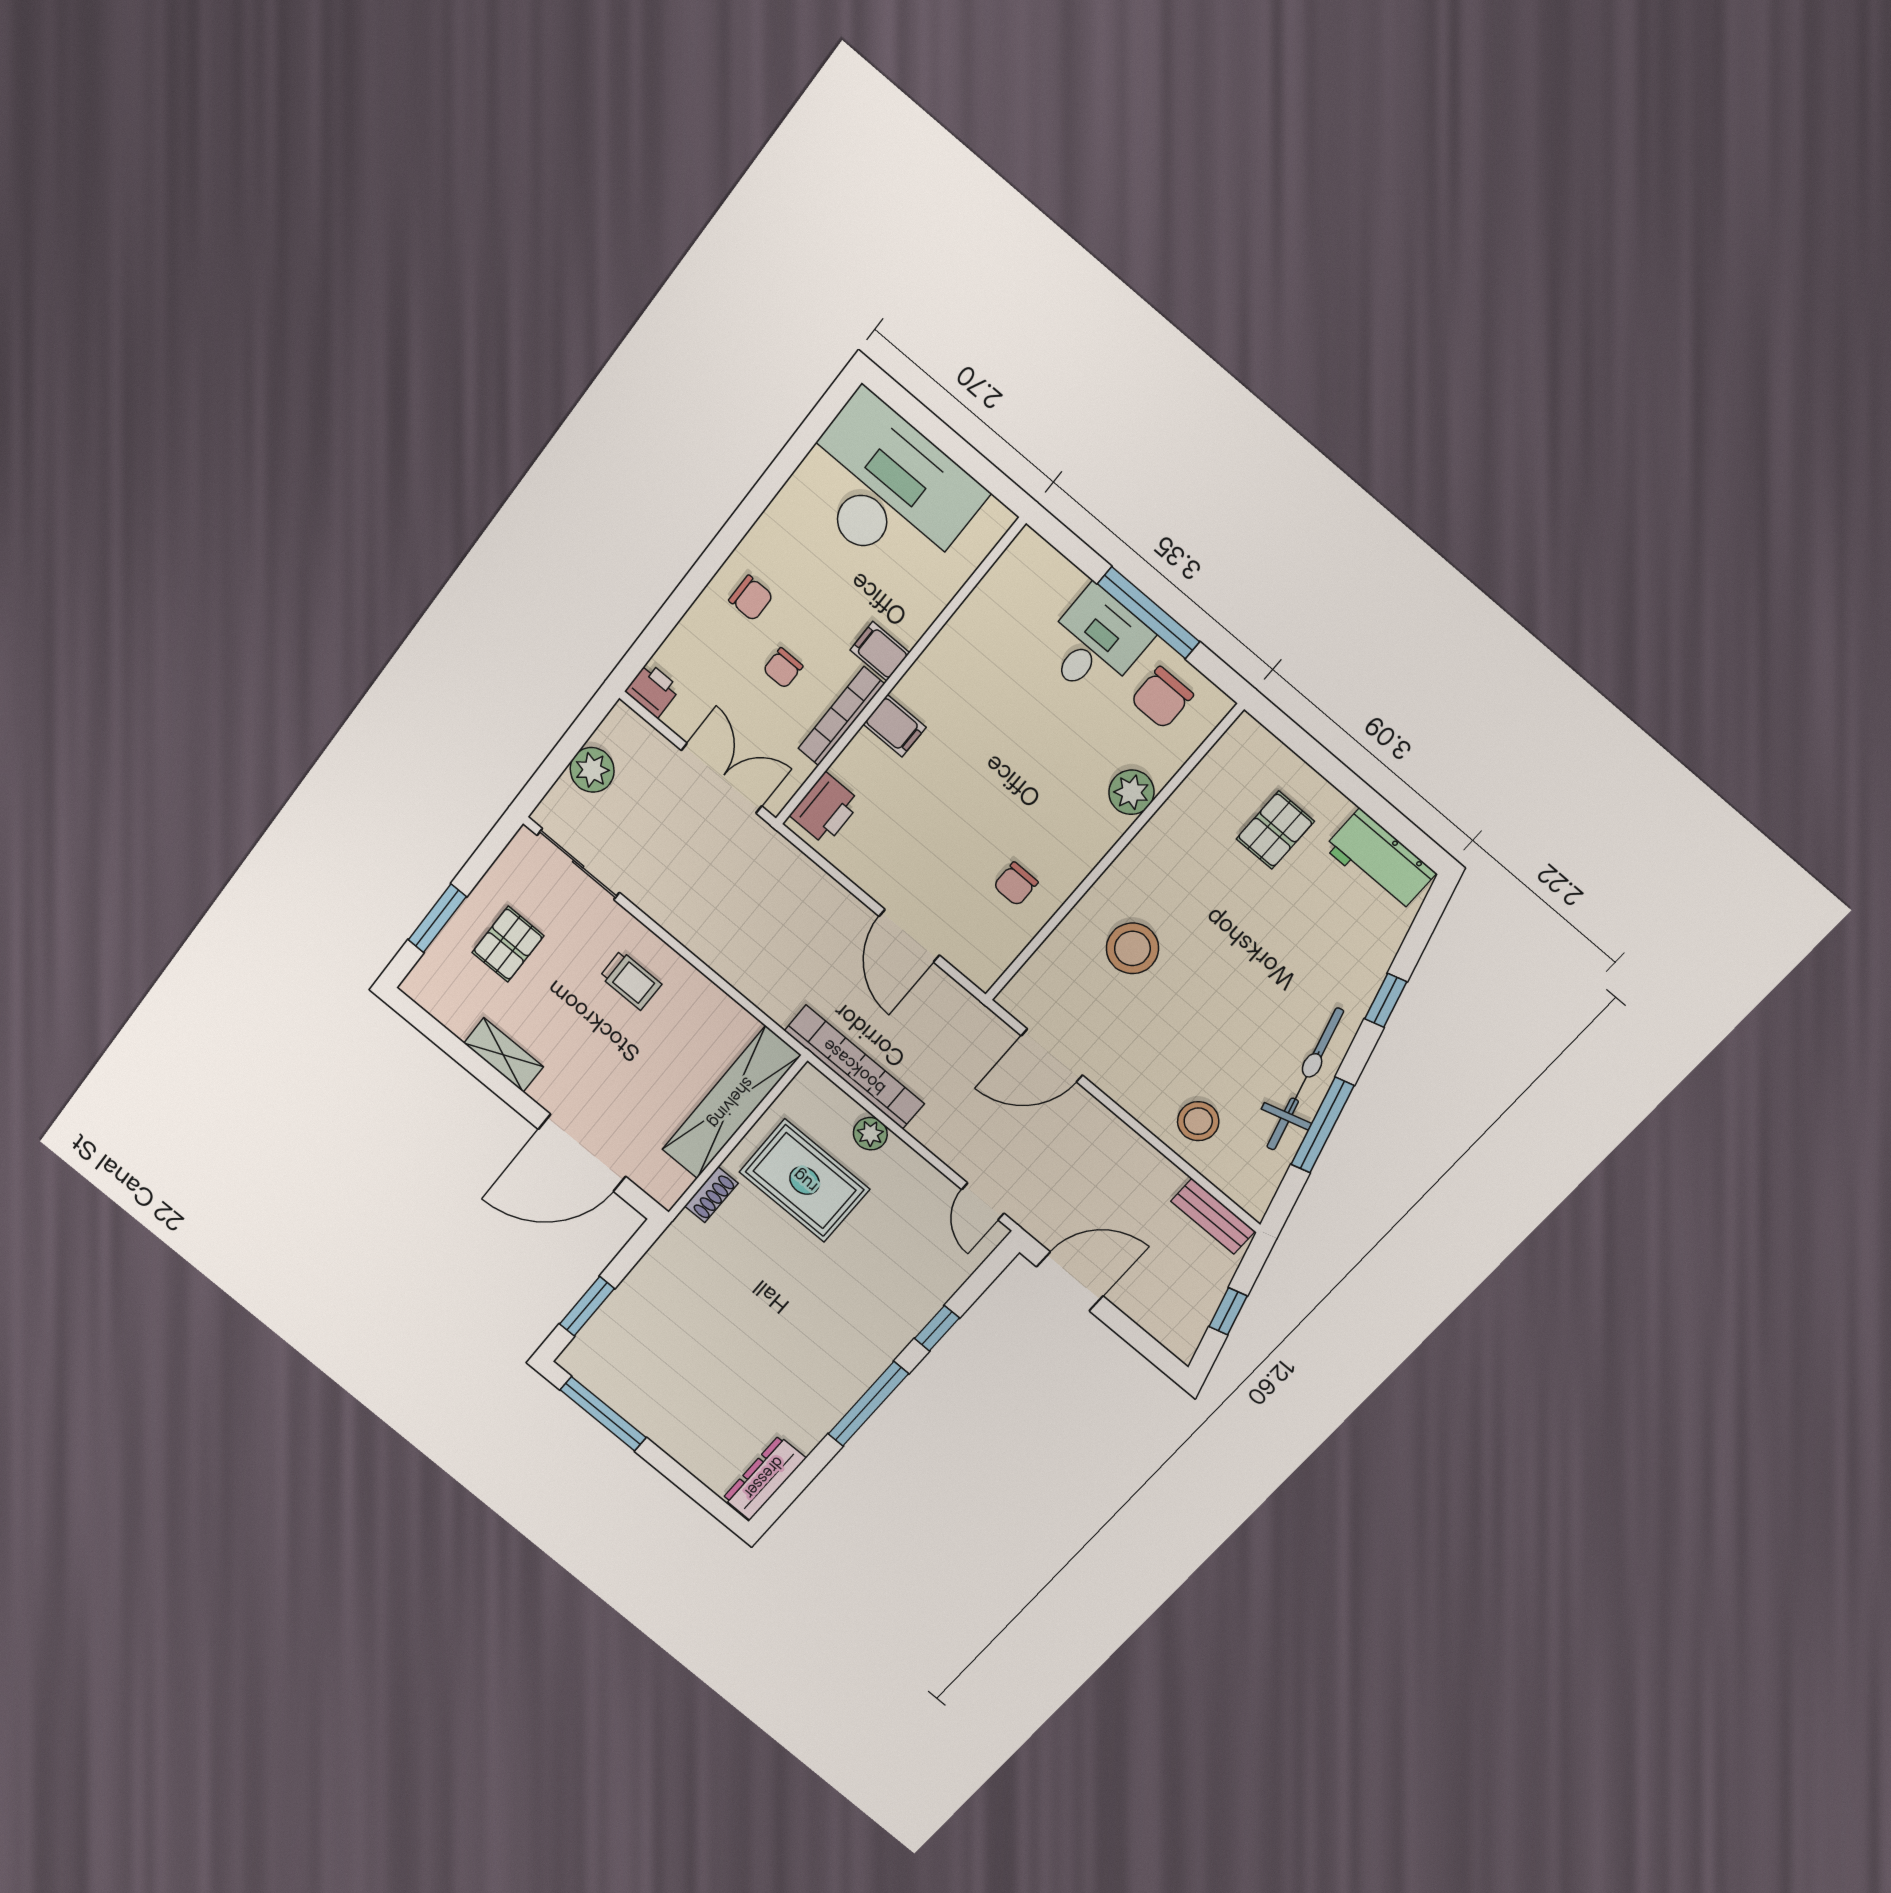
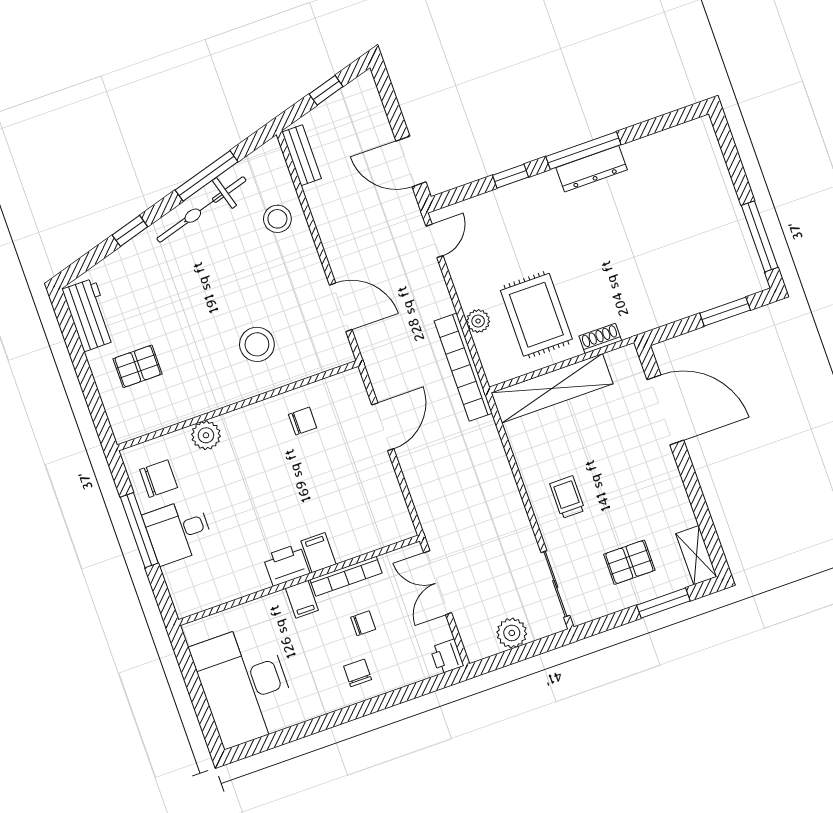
printer: (825, 809) -> (286, 565), moved
shelving: (503, 1055) -> (696, 555), moved
dresser: (764, 1478) -> (592, 169), moved

